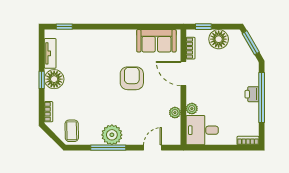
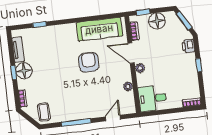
window: (64, 27) -> (39, 25), moved
sofa: (156, 41) -> (99, 29), width x1.36
printer: (252, 94) -> (188, 46), moved
window: (262, 97) -> (199, 65), width x0.32
plant: (192, 109) -> (140, 68), moved
plant: (112, 135) -> (78, 111), removed

